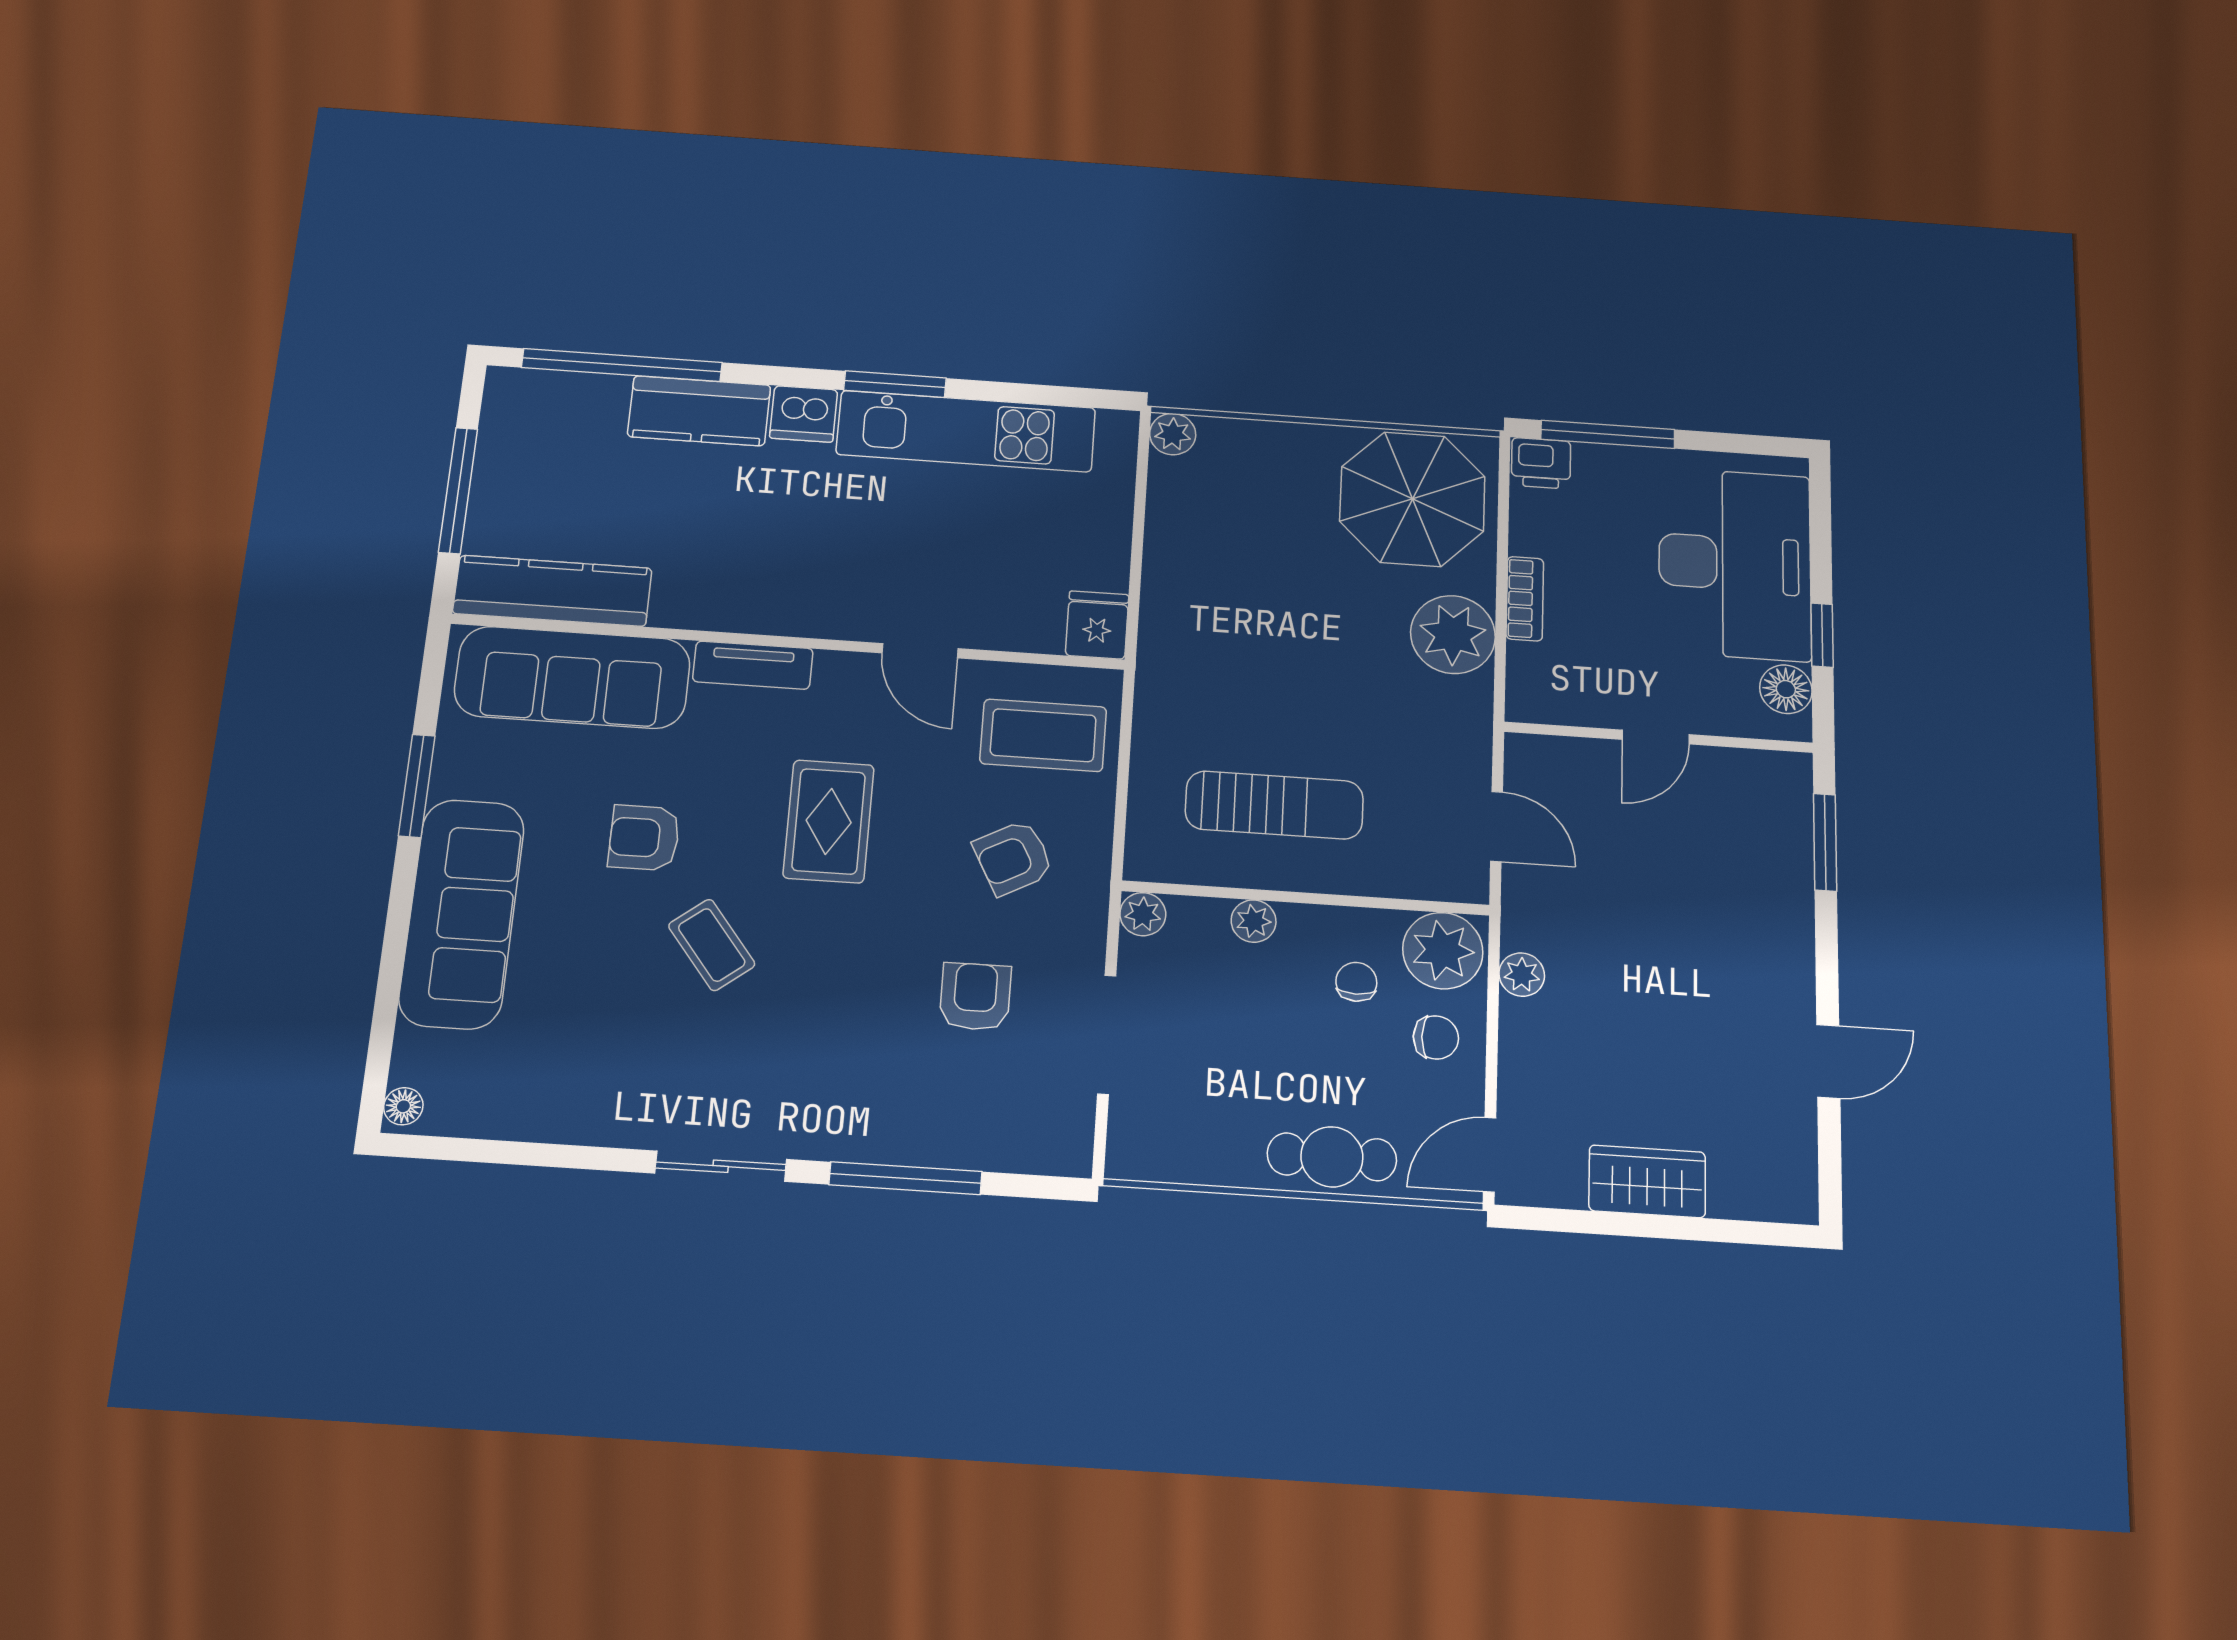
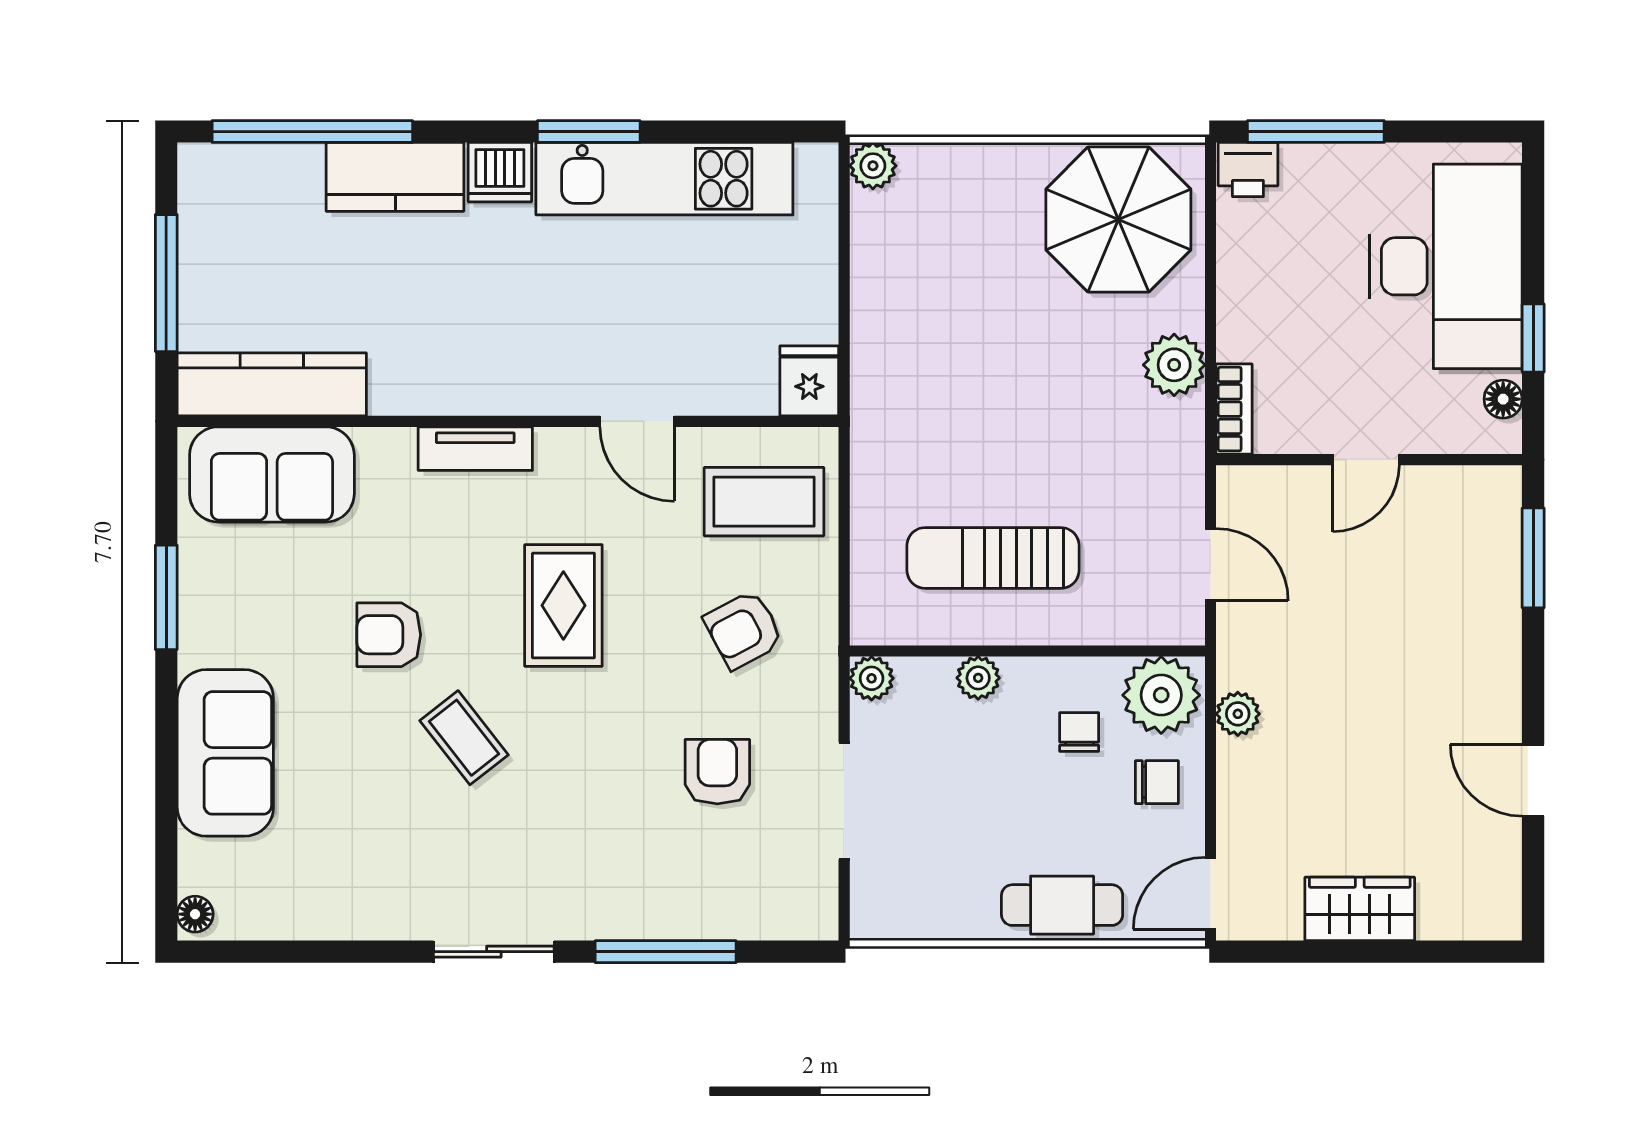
bookcase: (1525, 599) -> (1234, 409), moved
plant: (1453, 635) -> (1174, 365), width x0.73, depth x0.73
sofa: (572, 677) -> (272, 474), width x0.73
floor lamp: (1786, 689) -> (1503, 399), width x0.73, depth x0.73
sun lounger: (1274, 805) -> (993, 558), turned 180
sofa: (462, 913) -> (225, 753), width x0.73
door: (1828, 1061) -> (1533, 780), swing flipped

